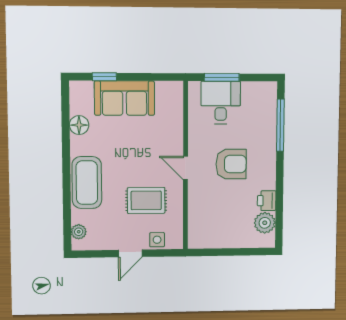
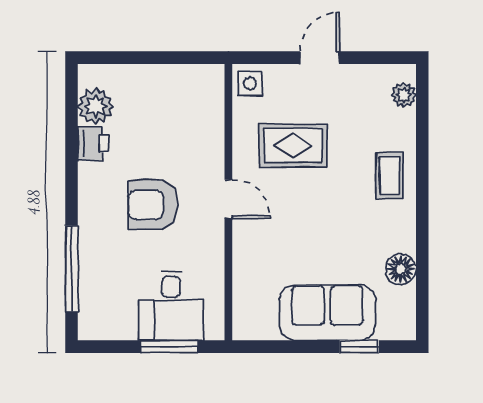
coffee table: (87, 183) -> (389, 176), width x0.54, depth x0.58
side table: (157, 240) -> (250, 83), moved

